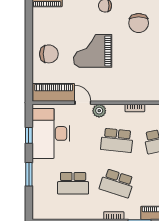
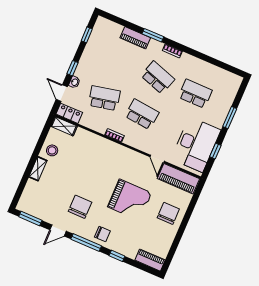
chair: (49, 54) -> (168, 213), turned 90
plant: (99, 111) -> (146, 146), removed

